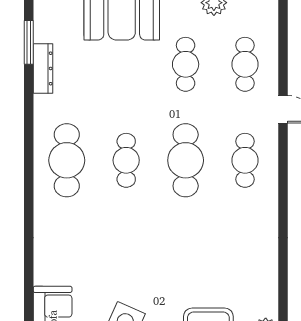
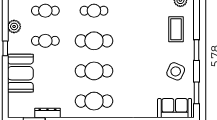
cafe table: (126, 160) -> (94, 71), width x1.37, depth x1.35

